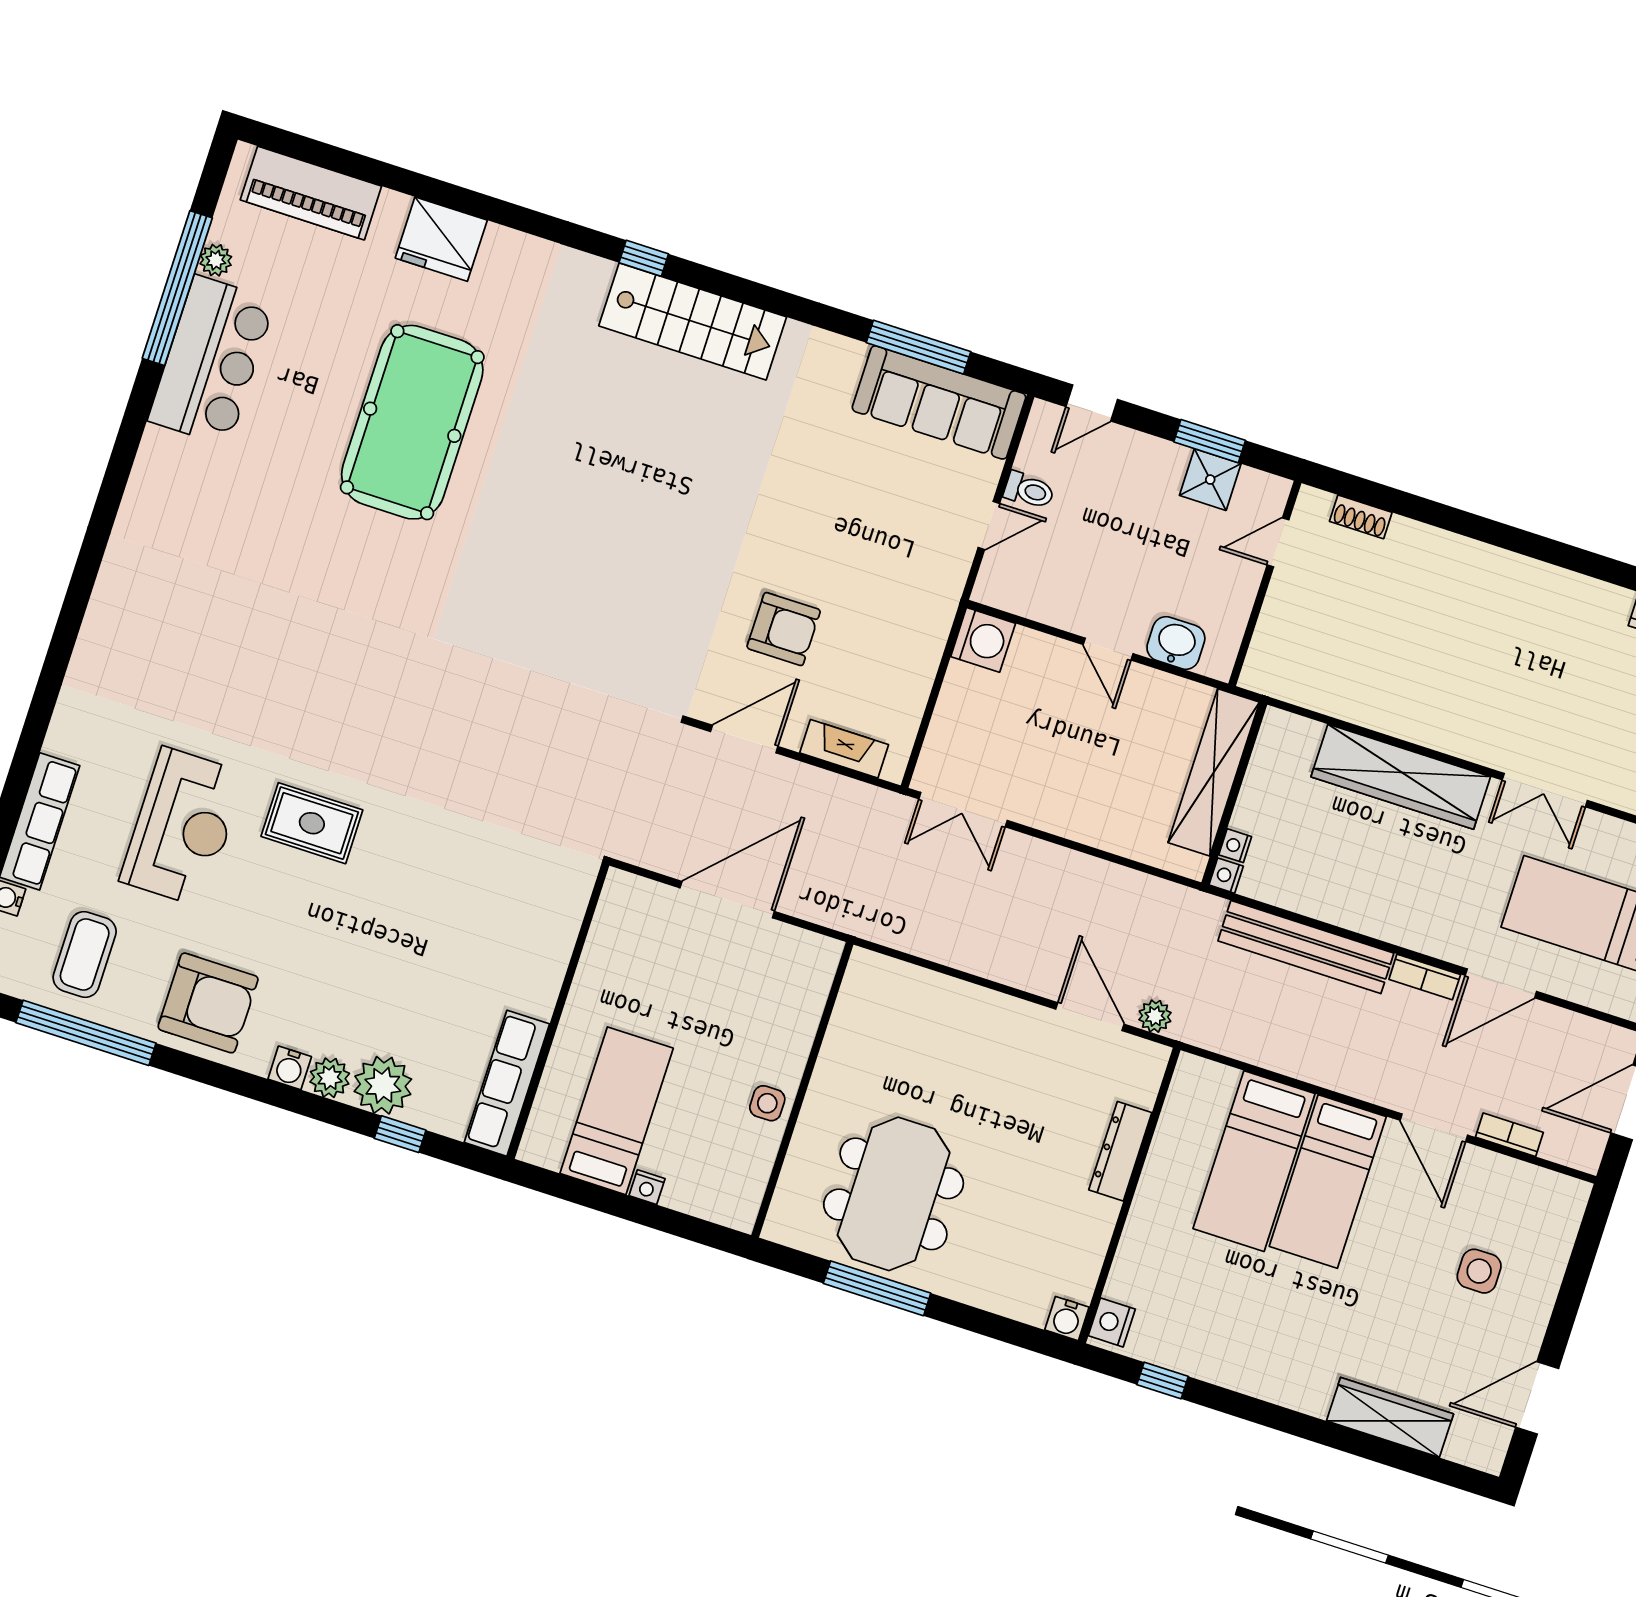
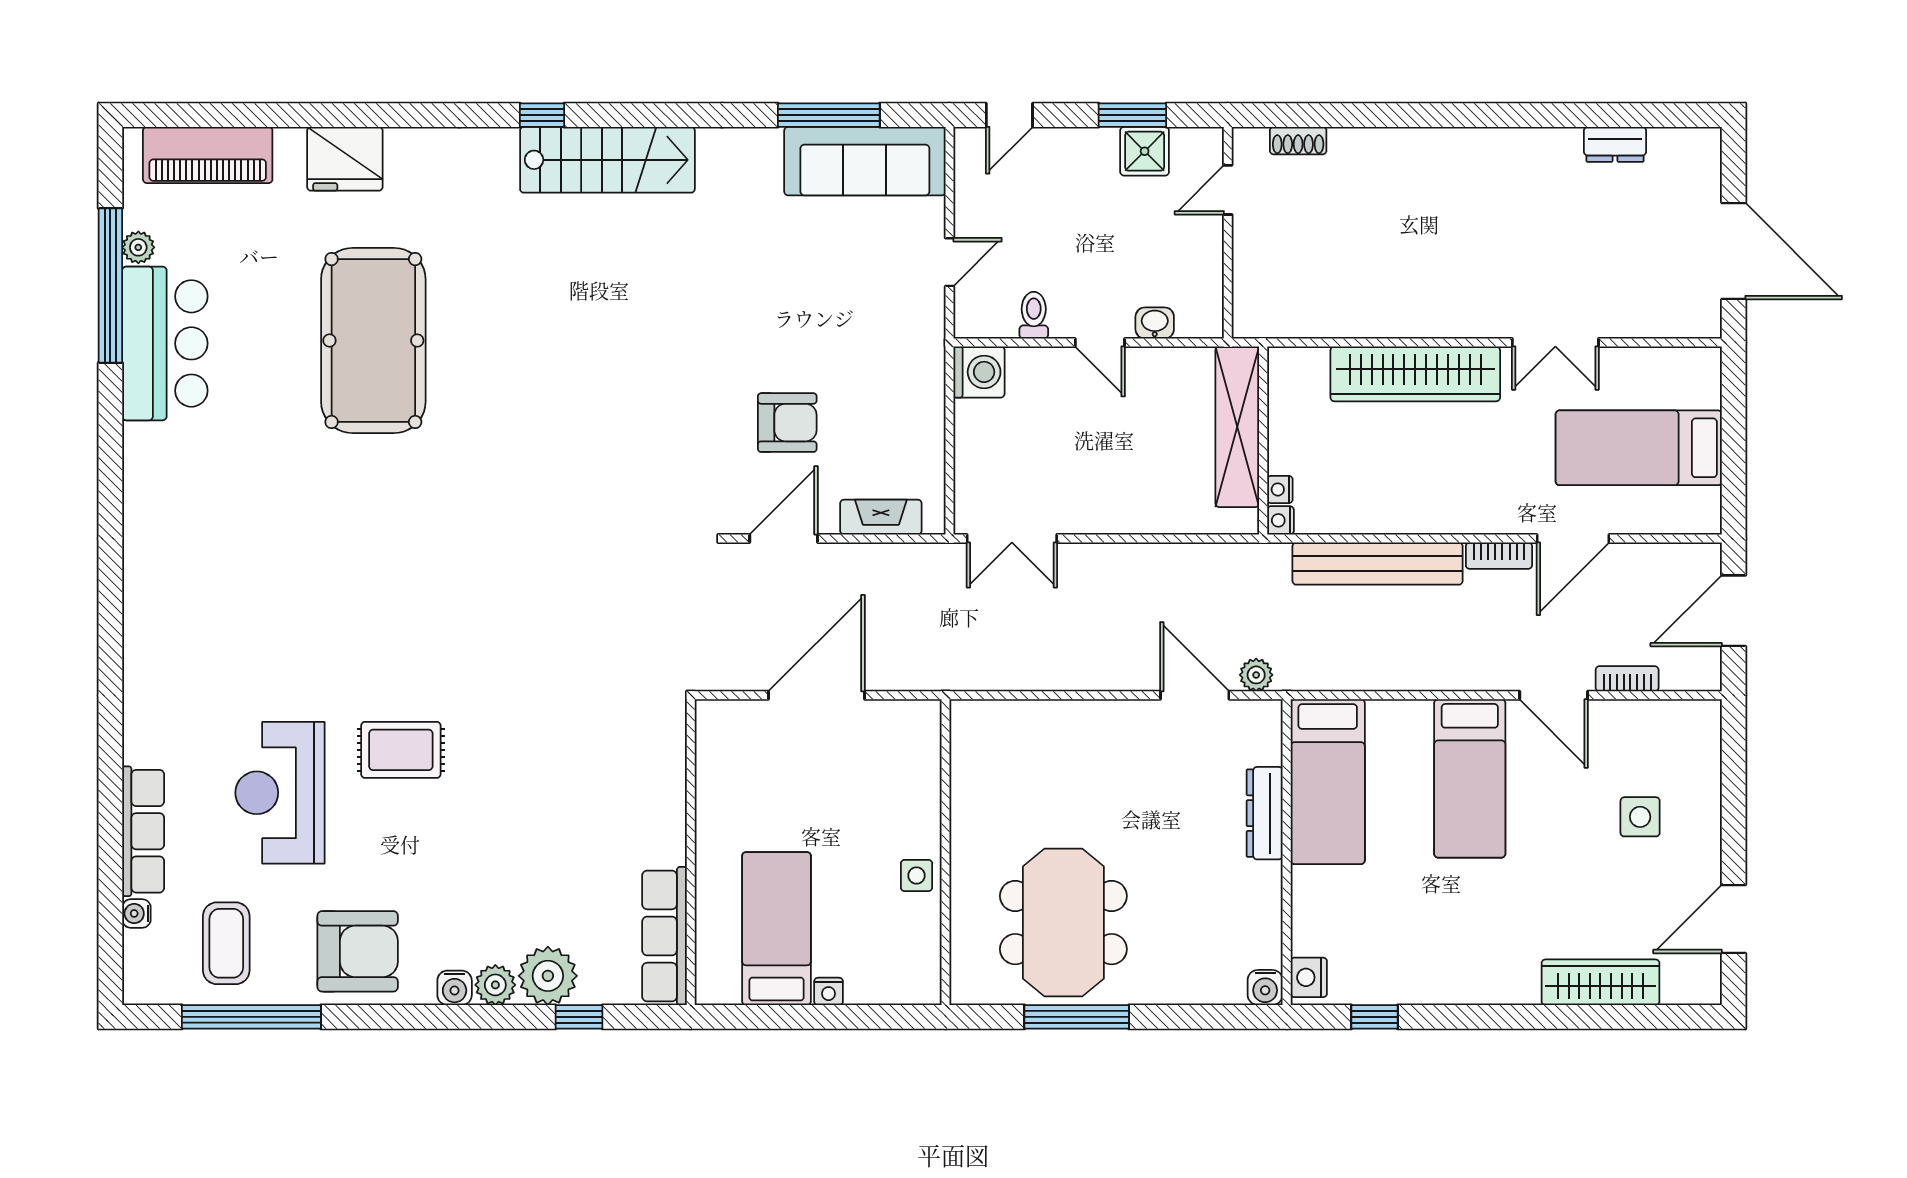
toilet: (1029, 490) -> (1034, 315), moved, turned -90
washbasin: (1176, 643) -> (1155, 323), width x0.72, depth x0.69
reception desk: (183, 827) -> (280, 793), turned 180
bed: (1254, 1161) -> (1328, 782), moved

